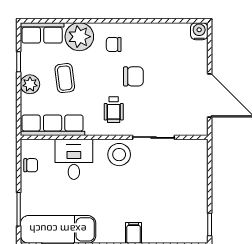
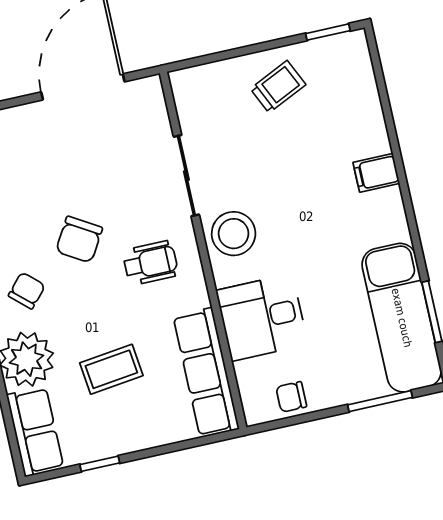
chair: (114, 44) -> (27, 291), turned -138
chair: (133, 76) -> (79, 240), turned -149
plant: (30, 84) -> (138, 433), removed
chair: (31, 165) -> (291, 397), turned -90
trolley: (188, 193) -> (278, 87), added

